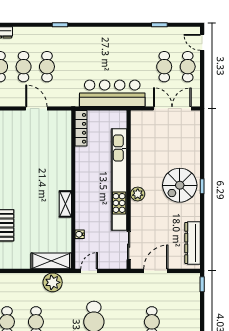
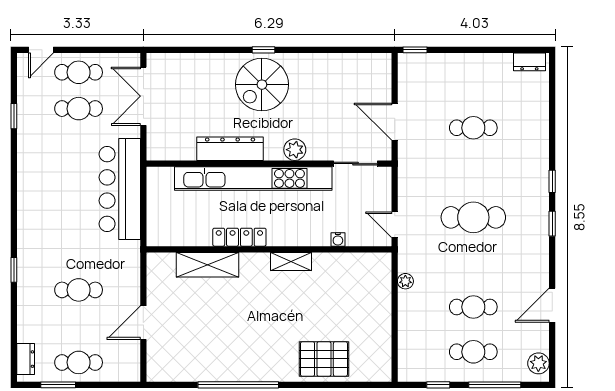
cafe table: (24, 67) -> (79, 326), removed
door: (36, 109) -> (143, 323), moved
locker: (81, 128) -> (239, 237), moved
spiral stairs: (180, 185) -> (262, 85), turned 90
plant: (138, 194) -> (295, 150), moved
dresser: (193, 243) -> (230, 149), moved, turned 180
shelving: (51, 261) -> (207, 265), moved, turned 90
plant: (53, 282) -> (405, 281), width x0.53, depth x0.53

